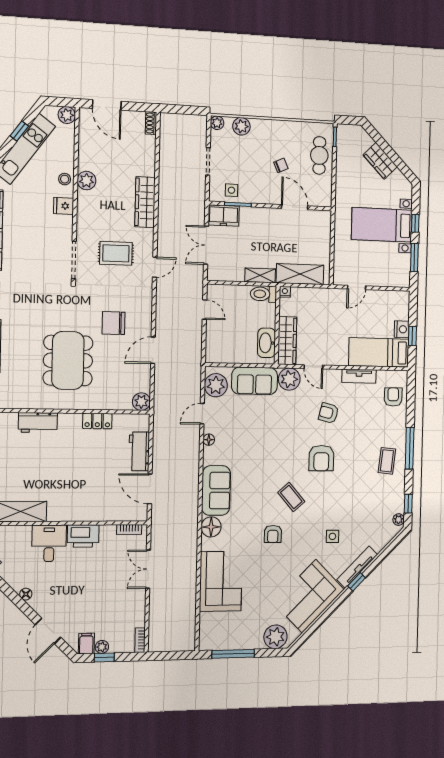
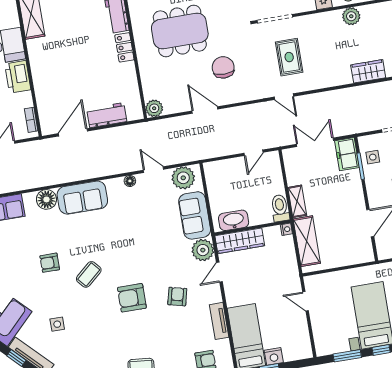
wardrobe: (145, 202) -> (368, 71), moved, width x0.67
locker: (97, 421) -> (124, 47), moved

